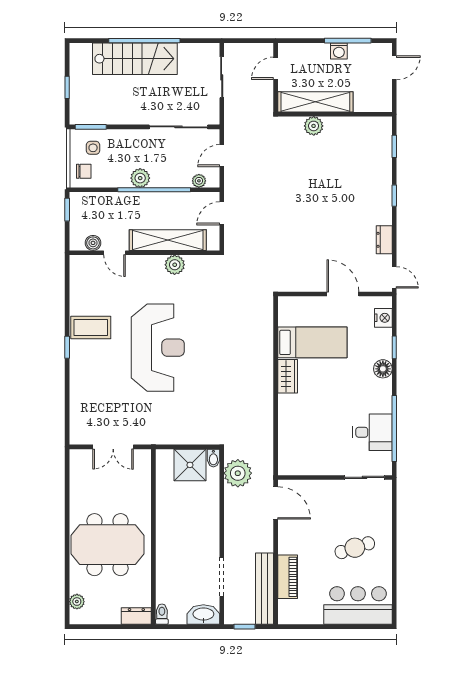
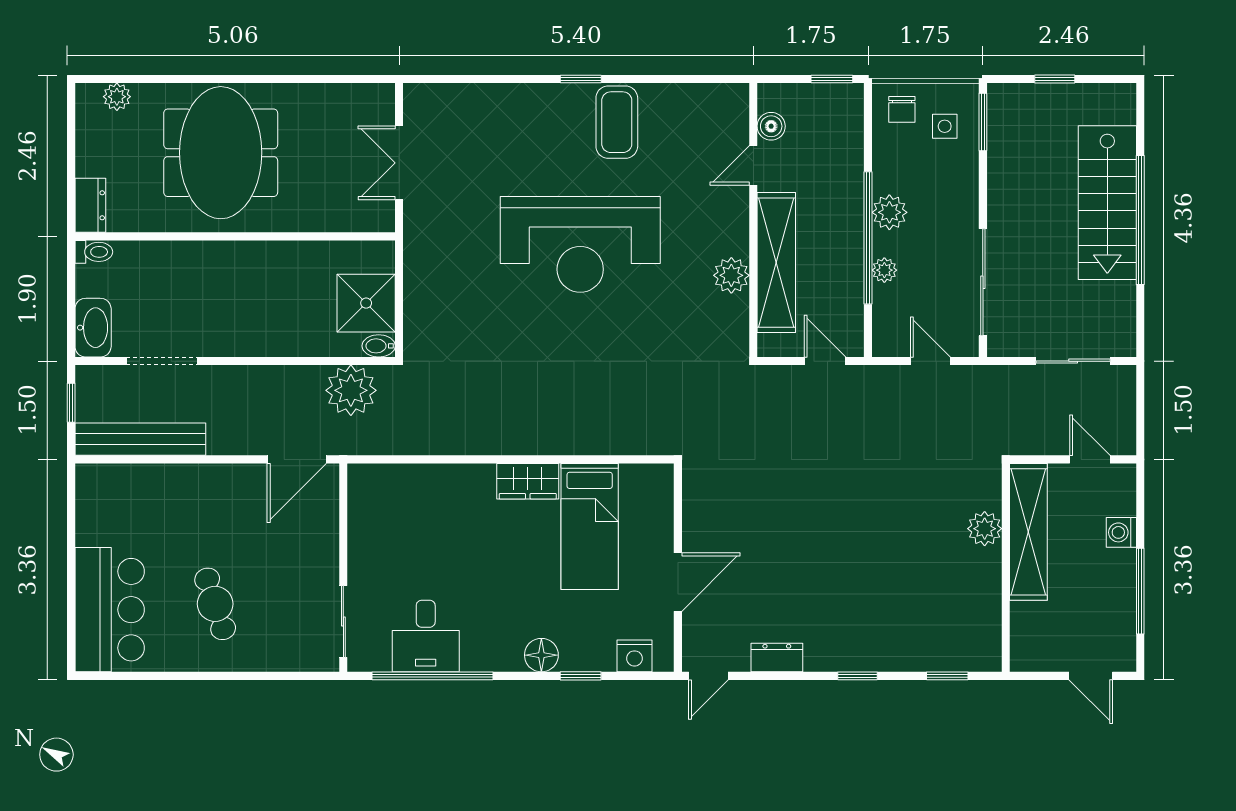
washing machine: (339, 51) -> (1121, 532), moved
plant: (199, 181) -> (884, 270), moved
piano: (288, 577) -> (162, 481), removed

